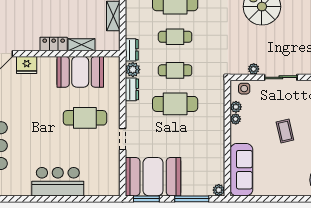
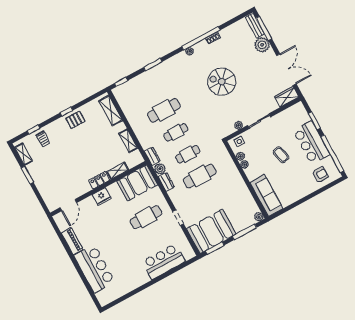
fridge: (27, 65) -> (102, 197), moved
booth: (80, 72) -> (137, 183), moved
bar counter: (58, 182) -> (164, 261), moved

